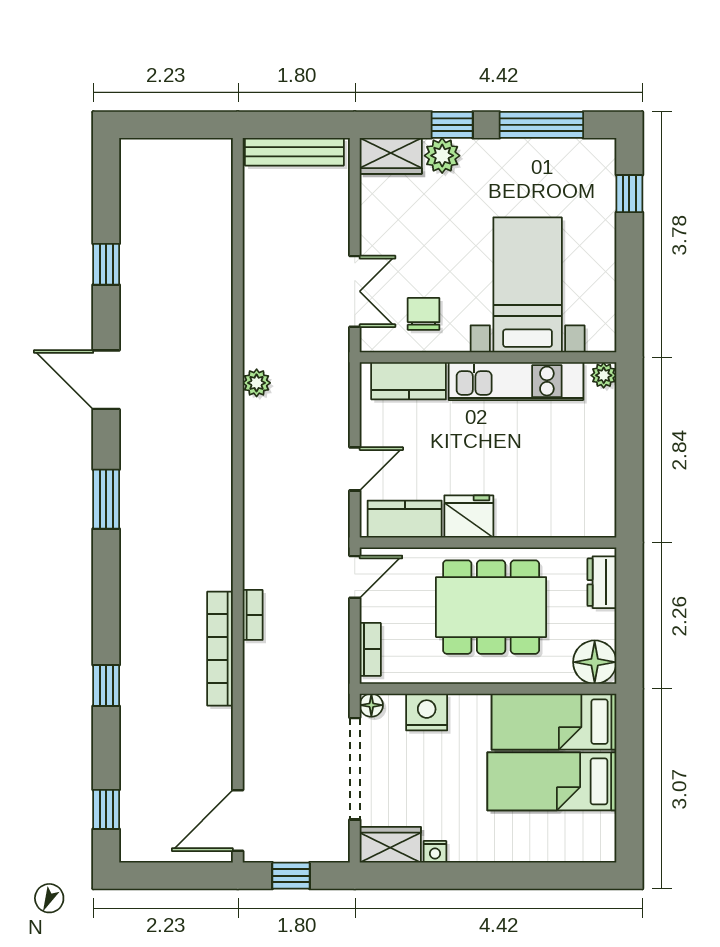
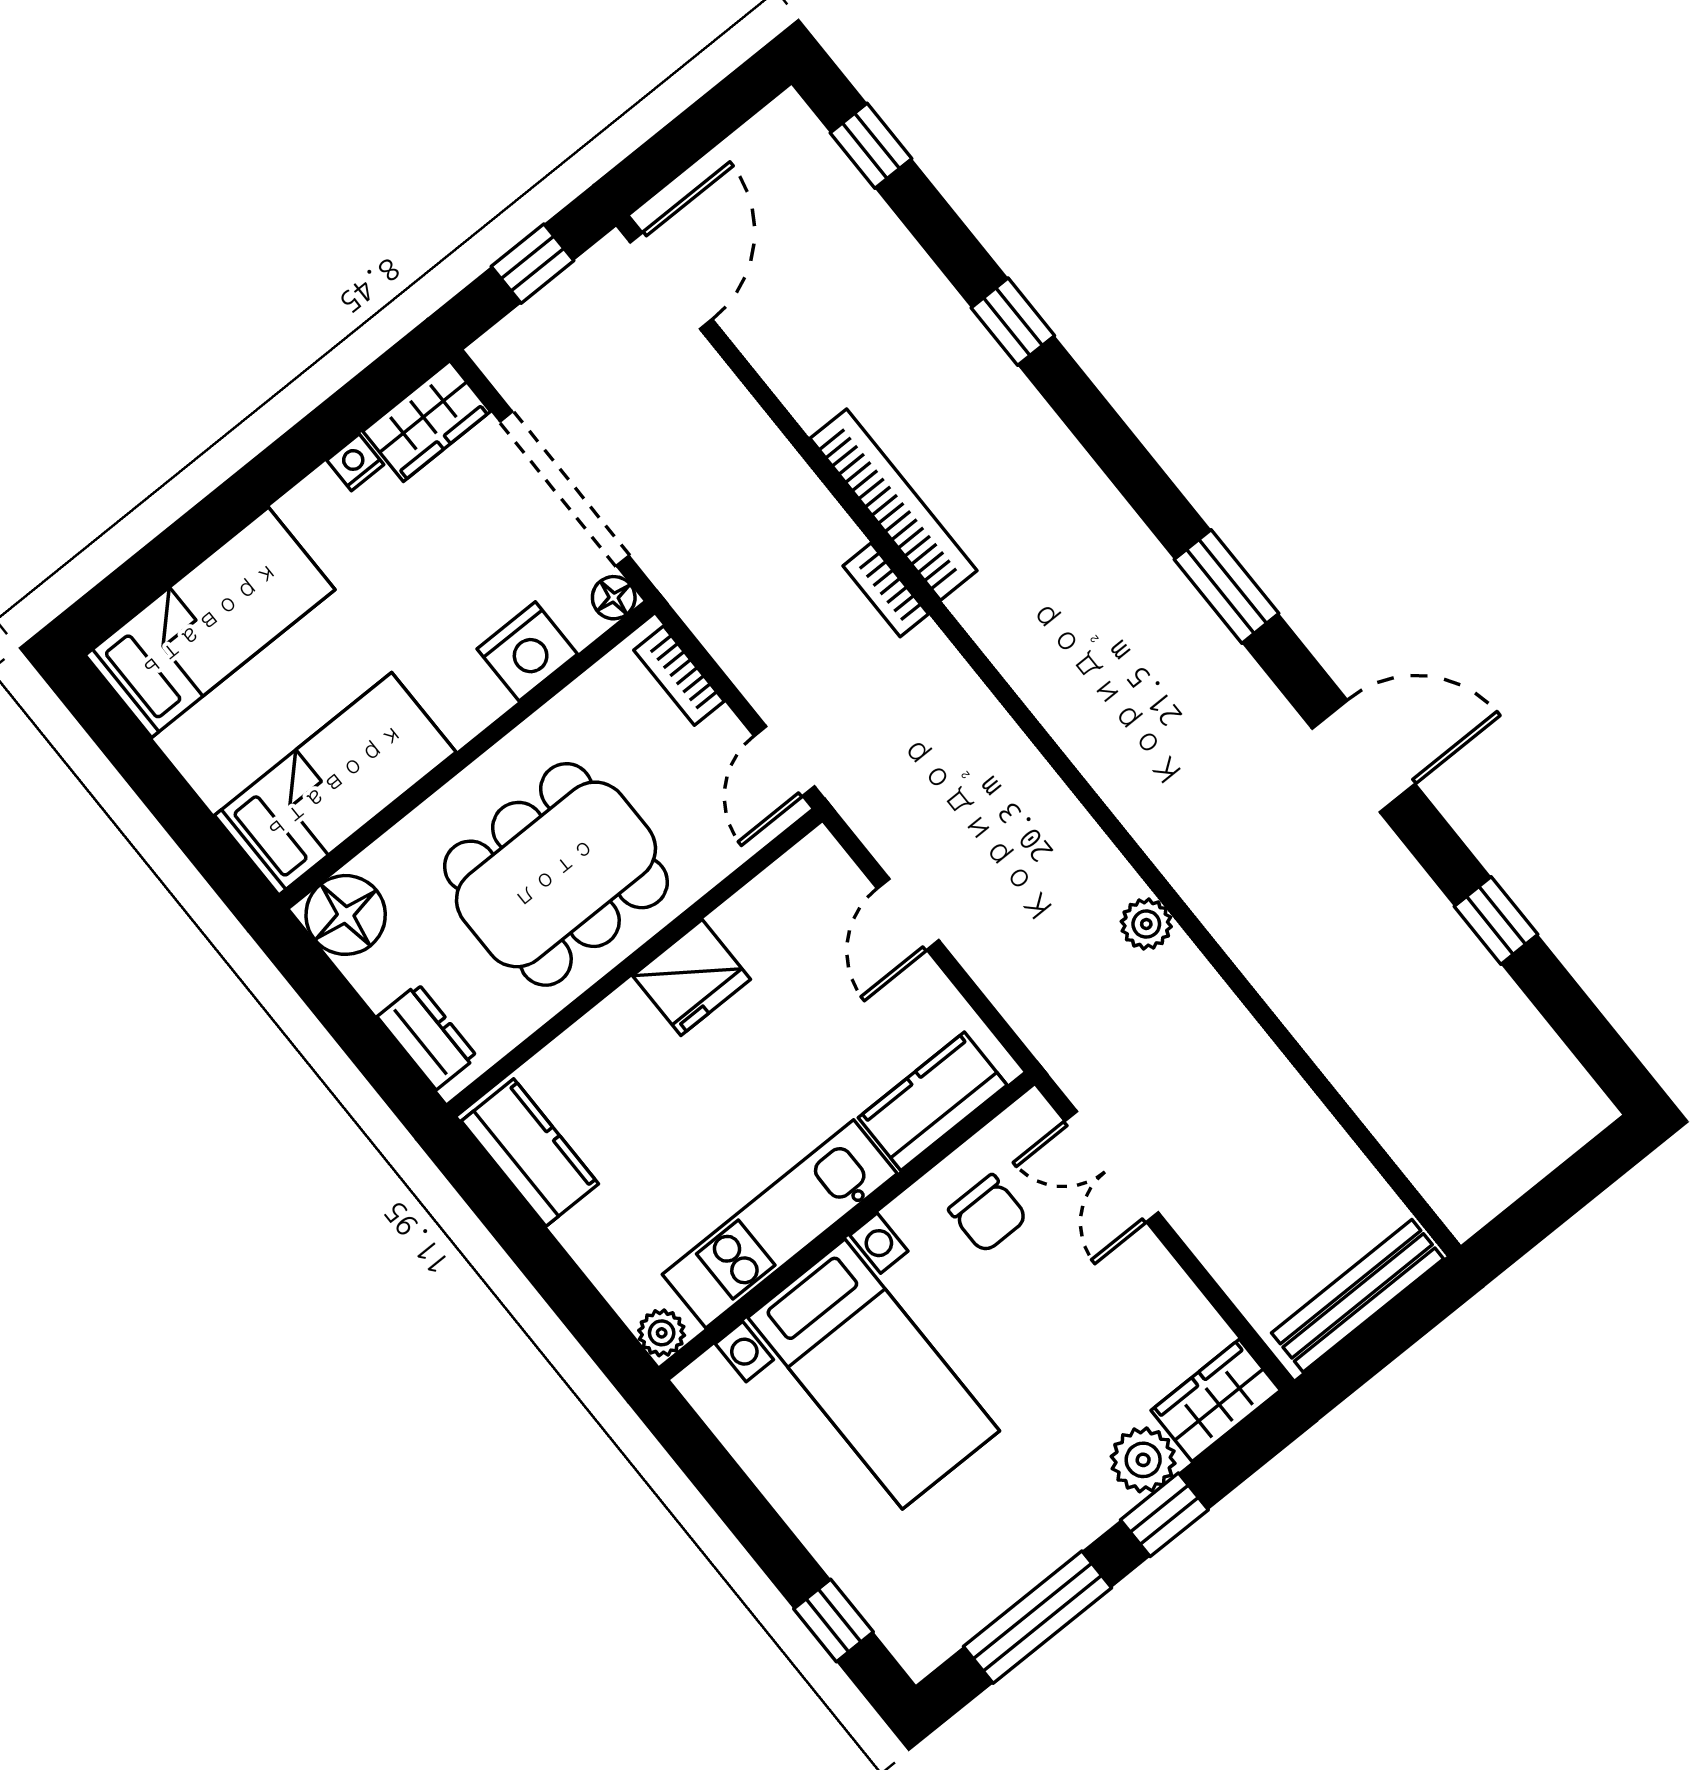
kitchen counter: (405, 519) -> (530, 1152), moved, turned -90
bed: (552, 781) -> (210, 622), moved

